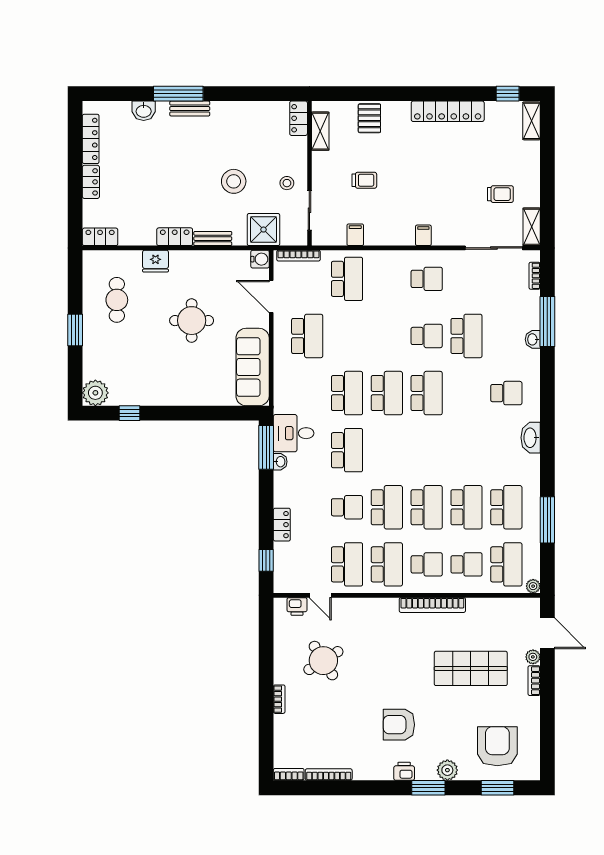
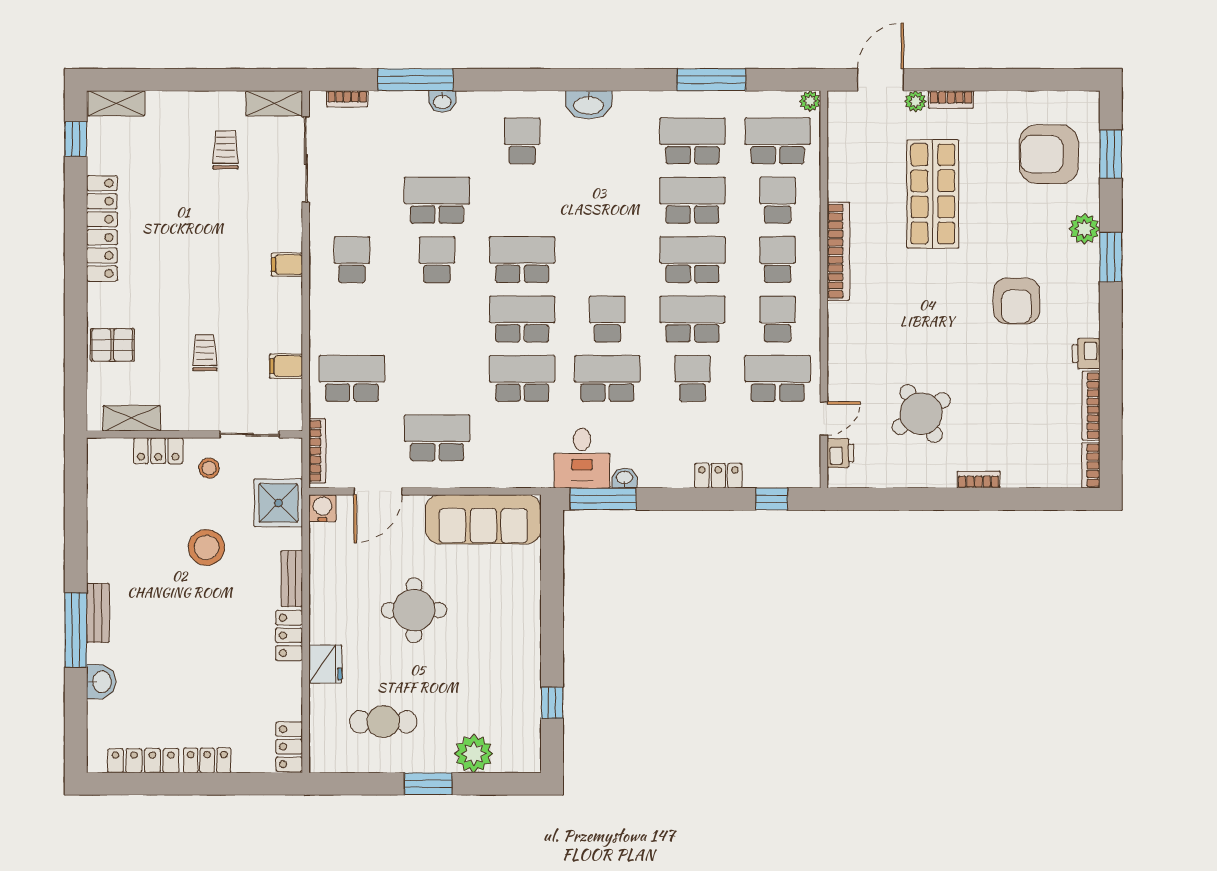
locker: (299, 118) -> (158, 451), moved
plant: (95, 393) -> (474, 754), moved
school desk: (387, 450) -> (607, 319), added
school desk: (387, 564) -> (778, 319), width x0.54
printer: (404, 771) -> (1086, 354), moved

